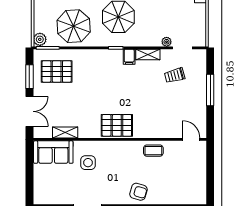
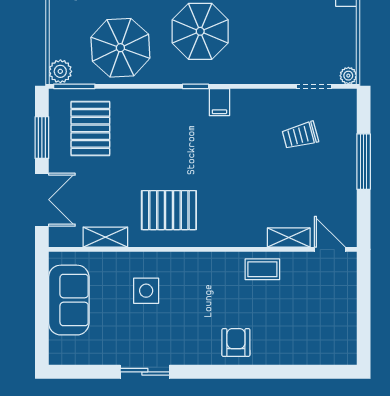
plant: (167, 42) -> (348, 76), moved
shelving: (148, 54) -> (289, 238), moved
pallet: (57, 71) -> (90, 128), turned 90
pallet: (117, 125) -> (169, 210), moved
sofa: (53, 152) -> (69, 300), moved, turned -90
armchair: (138, 192) -> (236, 342), turned -106

